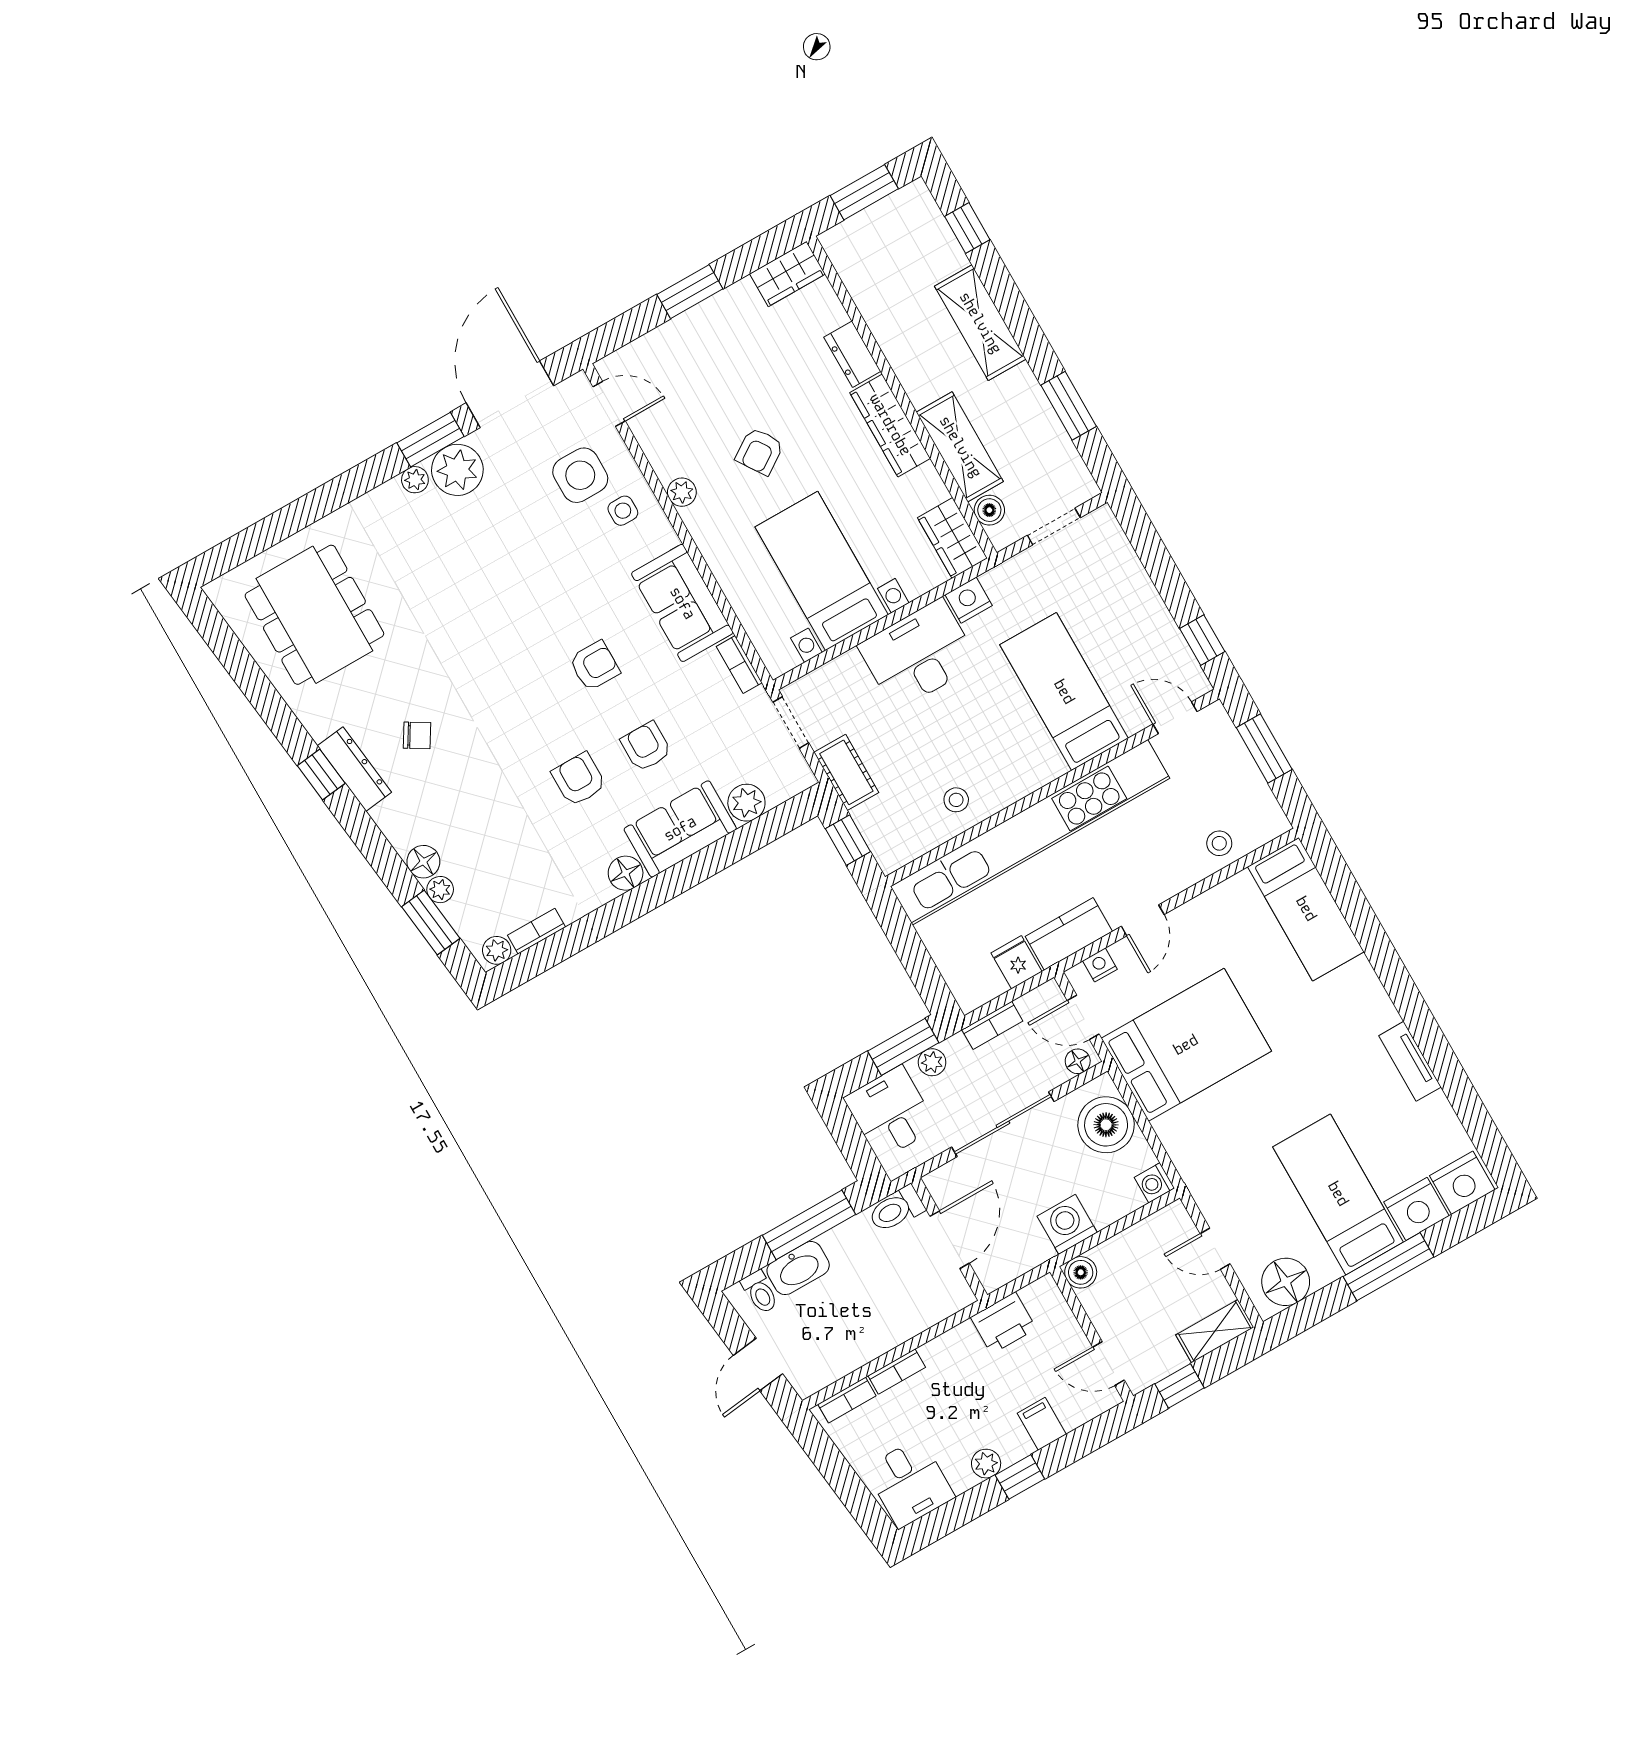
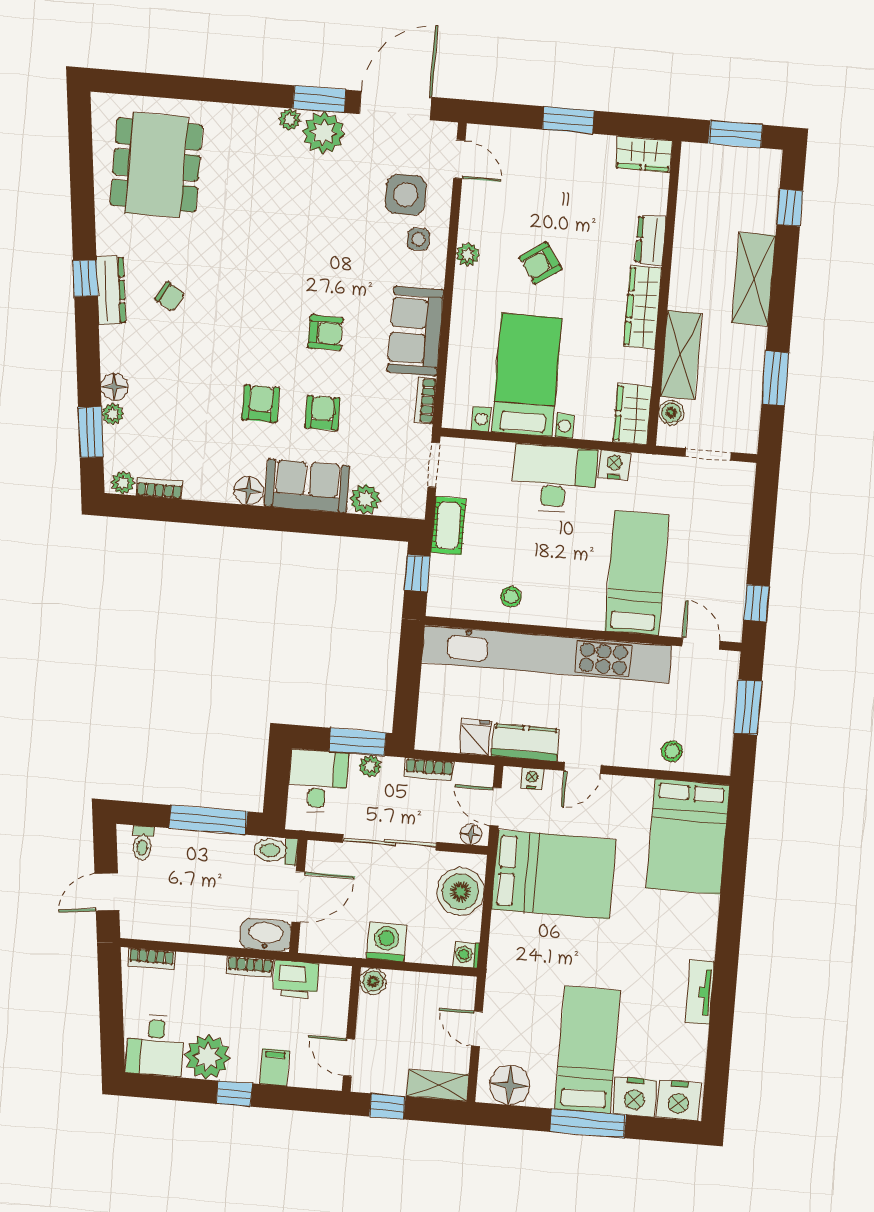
bed: (1306, 909) -> (688, 837), width x1.50
washbasin: (798, 1268) -> (266, 935), moved, turned 180
bookcase: (897, 1371) -> (250, 967), moved
plant: (986, 1464) -> (207, 1057), width x1.88, depth x1.88

